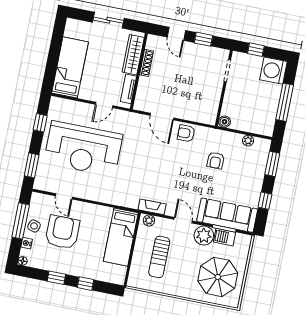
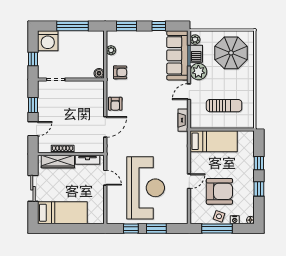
bed: (70, 67) -> (62, 213), moved, turned 180
armchair: (216, 160) -> (120, 72), moved
window: (32, 165) -> (156, 229), moved
door: (64, 196) -> (189, 181), moved
plant: (149, 220) -> (195, 40), moved
armchair: (62, 232) -> (219, 191), turned 180

